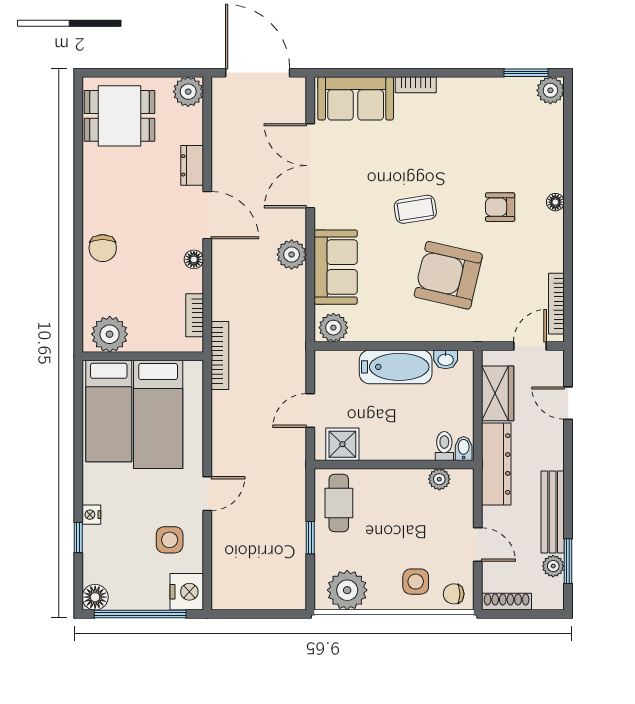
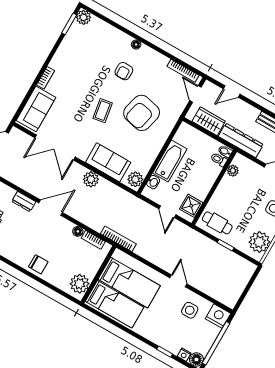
floor lamp: (194, 259) -> (78, 231), moved
washbasin: (446, 359) -> (153, 182), moved
nightstand: (91, 515) -> (184, 355), moved

